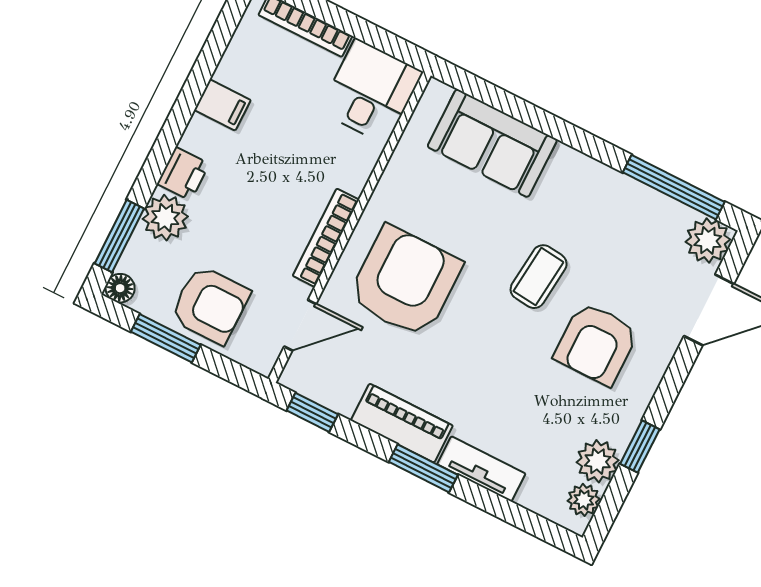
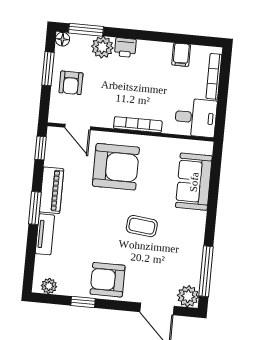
filing cabinet: (222, 105) -> (181, 55), moved
bookcase: (326, 238) -> (138, 125), moved
armchair: (210, 305) -> (71, 83), width x0.72, depth x0.72
armchair: (596, 344) -> (108, 280), moved
plant: (598, 461) -> (69, 285), removed

